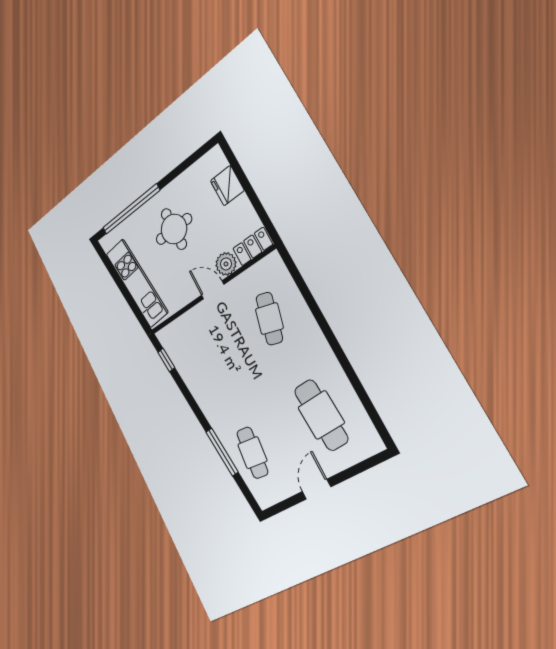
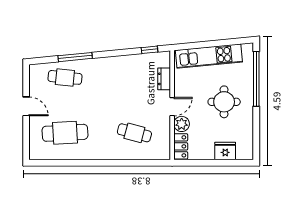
dresser: (188, 321) -> (164, 79), added

